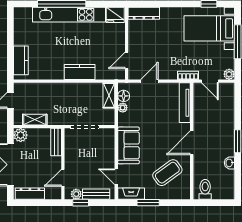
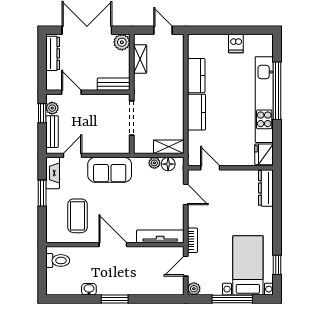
dishwasher: (22, 39) -> (236, 43), added
kitchen counter: (21, 60) -> (196, 76), moved, turned -90
coffee table: (167, 173) -> (77, 216), turned 36

